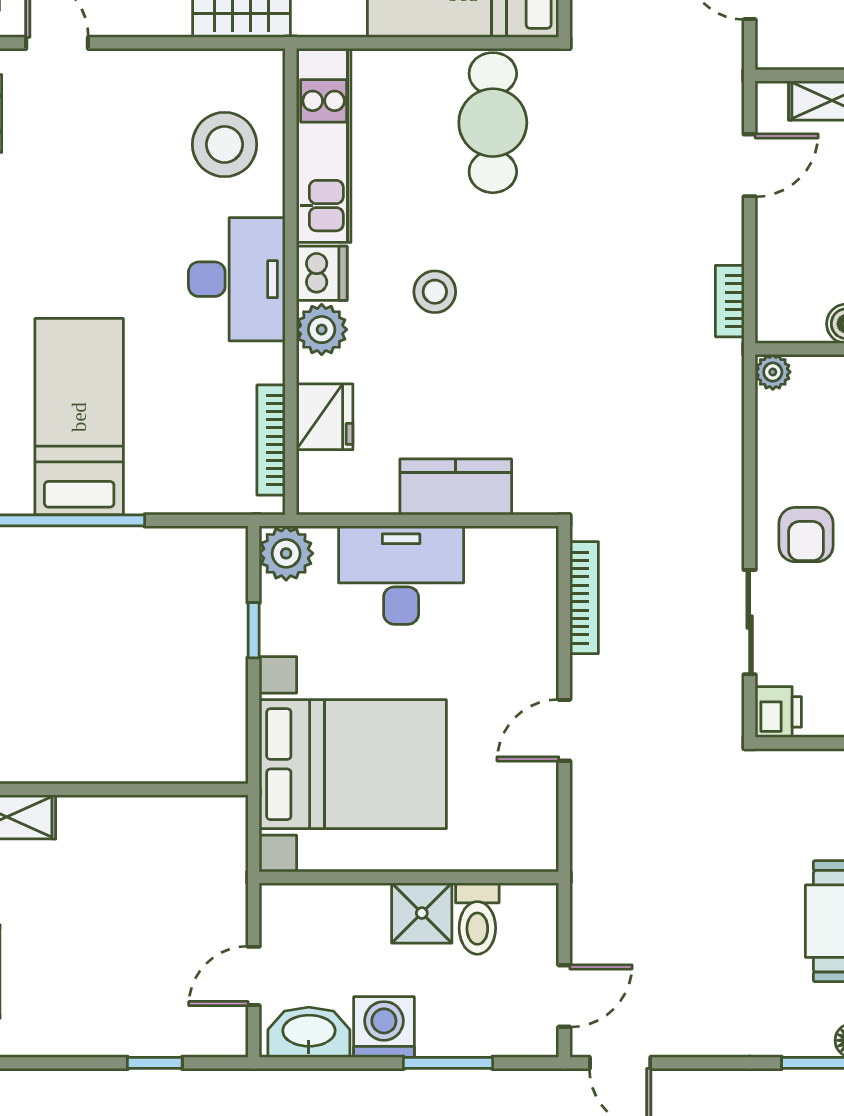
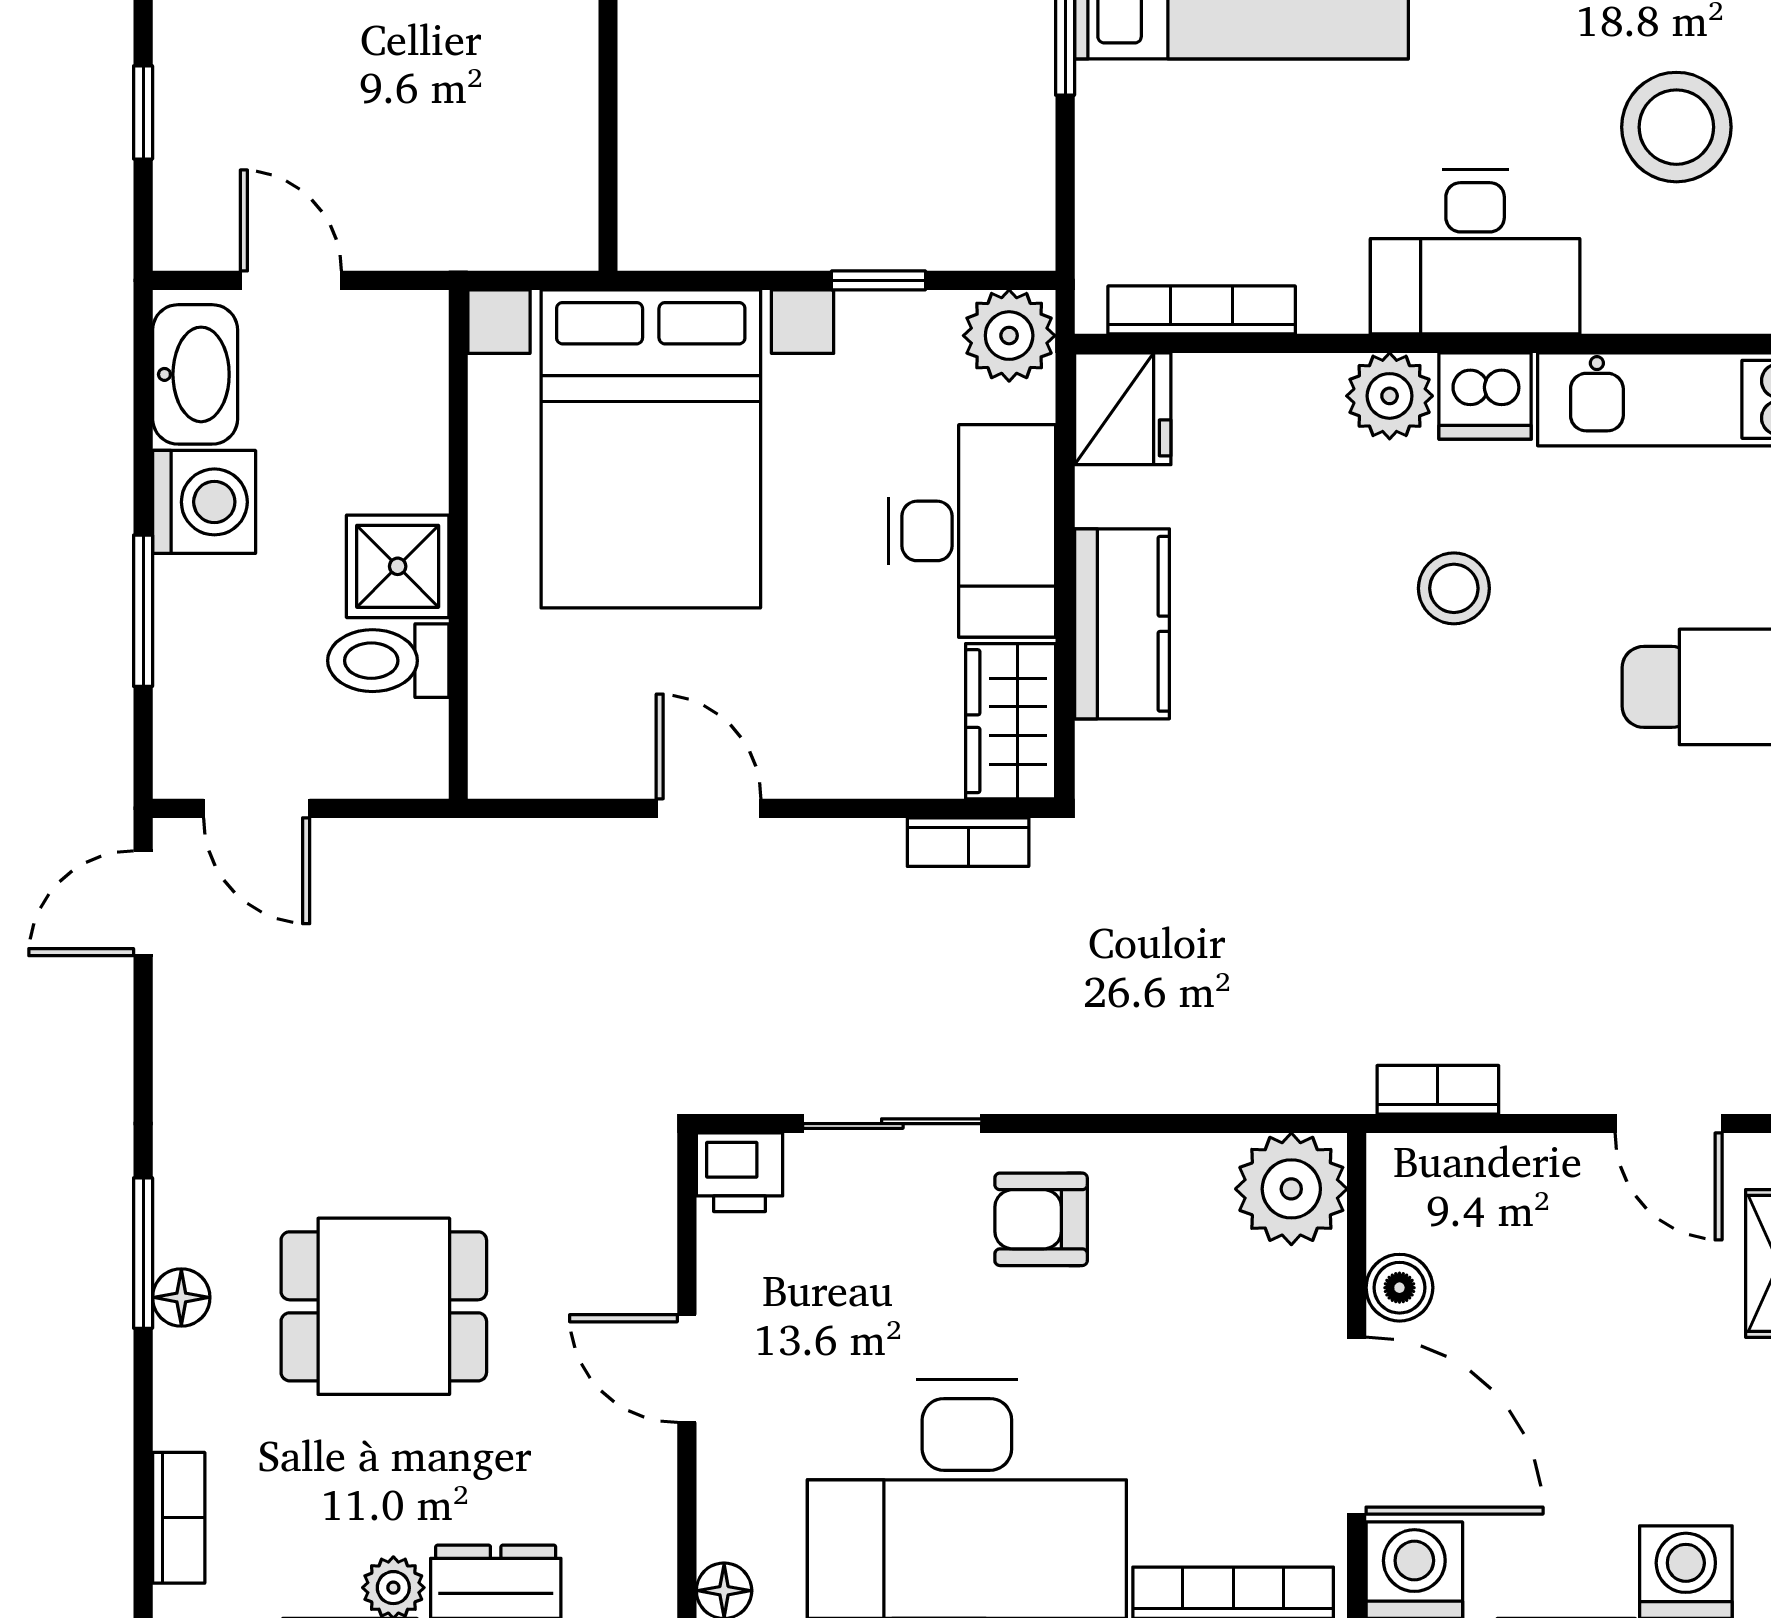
stool: (224, 144) -> (1676, 127), moved
plant: (773, 372) -> (1291, 1189), width x1.88, depth x1.88
fridge: (325, 417) -> (1123, 409), moved, turned -90
wardrobe: (513, 552) -> (1011, 721), added
bookcase: (584, 598) -> (968, 842), width x0.64

